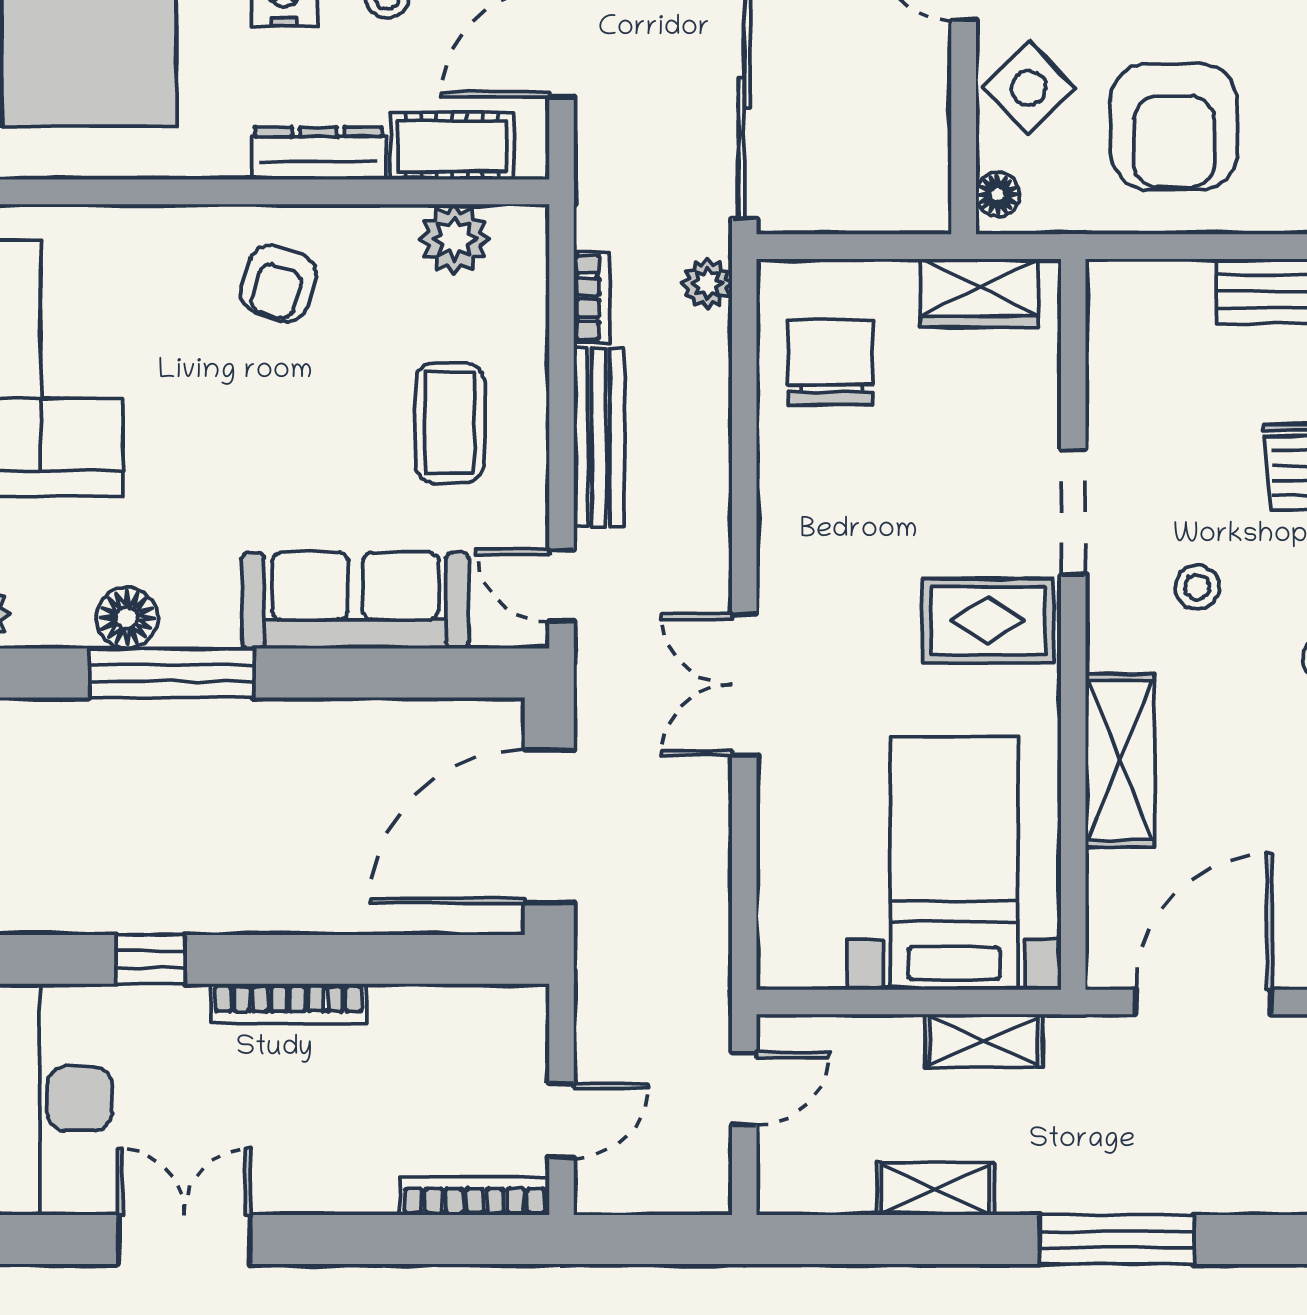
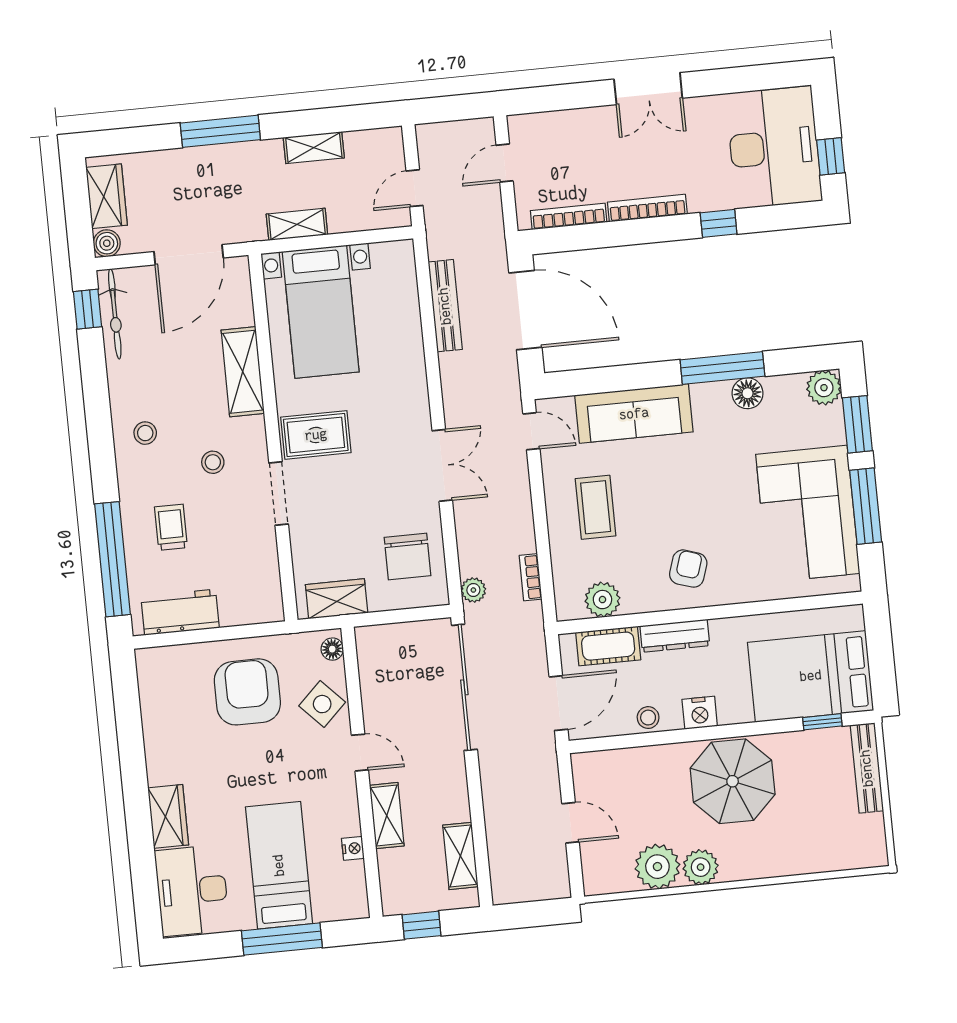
bench: (599, 437) -> (445, 306), moved
double door: (744, 684) -> (442, 465), moved
door: (549, 826) -> (525, 310), hinge flipped
bookcase: (475, 1196) -> (569, 216), moved, turned 180
double door: (184, 1240) -> (648, 89), moved

